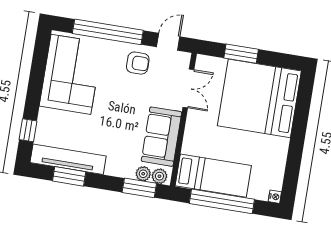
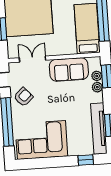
armchair: (138, 63) -> (23, 97), turned 48
plant: (159, 176) -> (97, 87), moved

